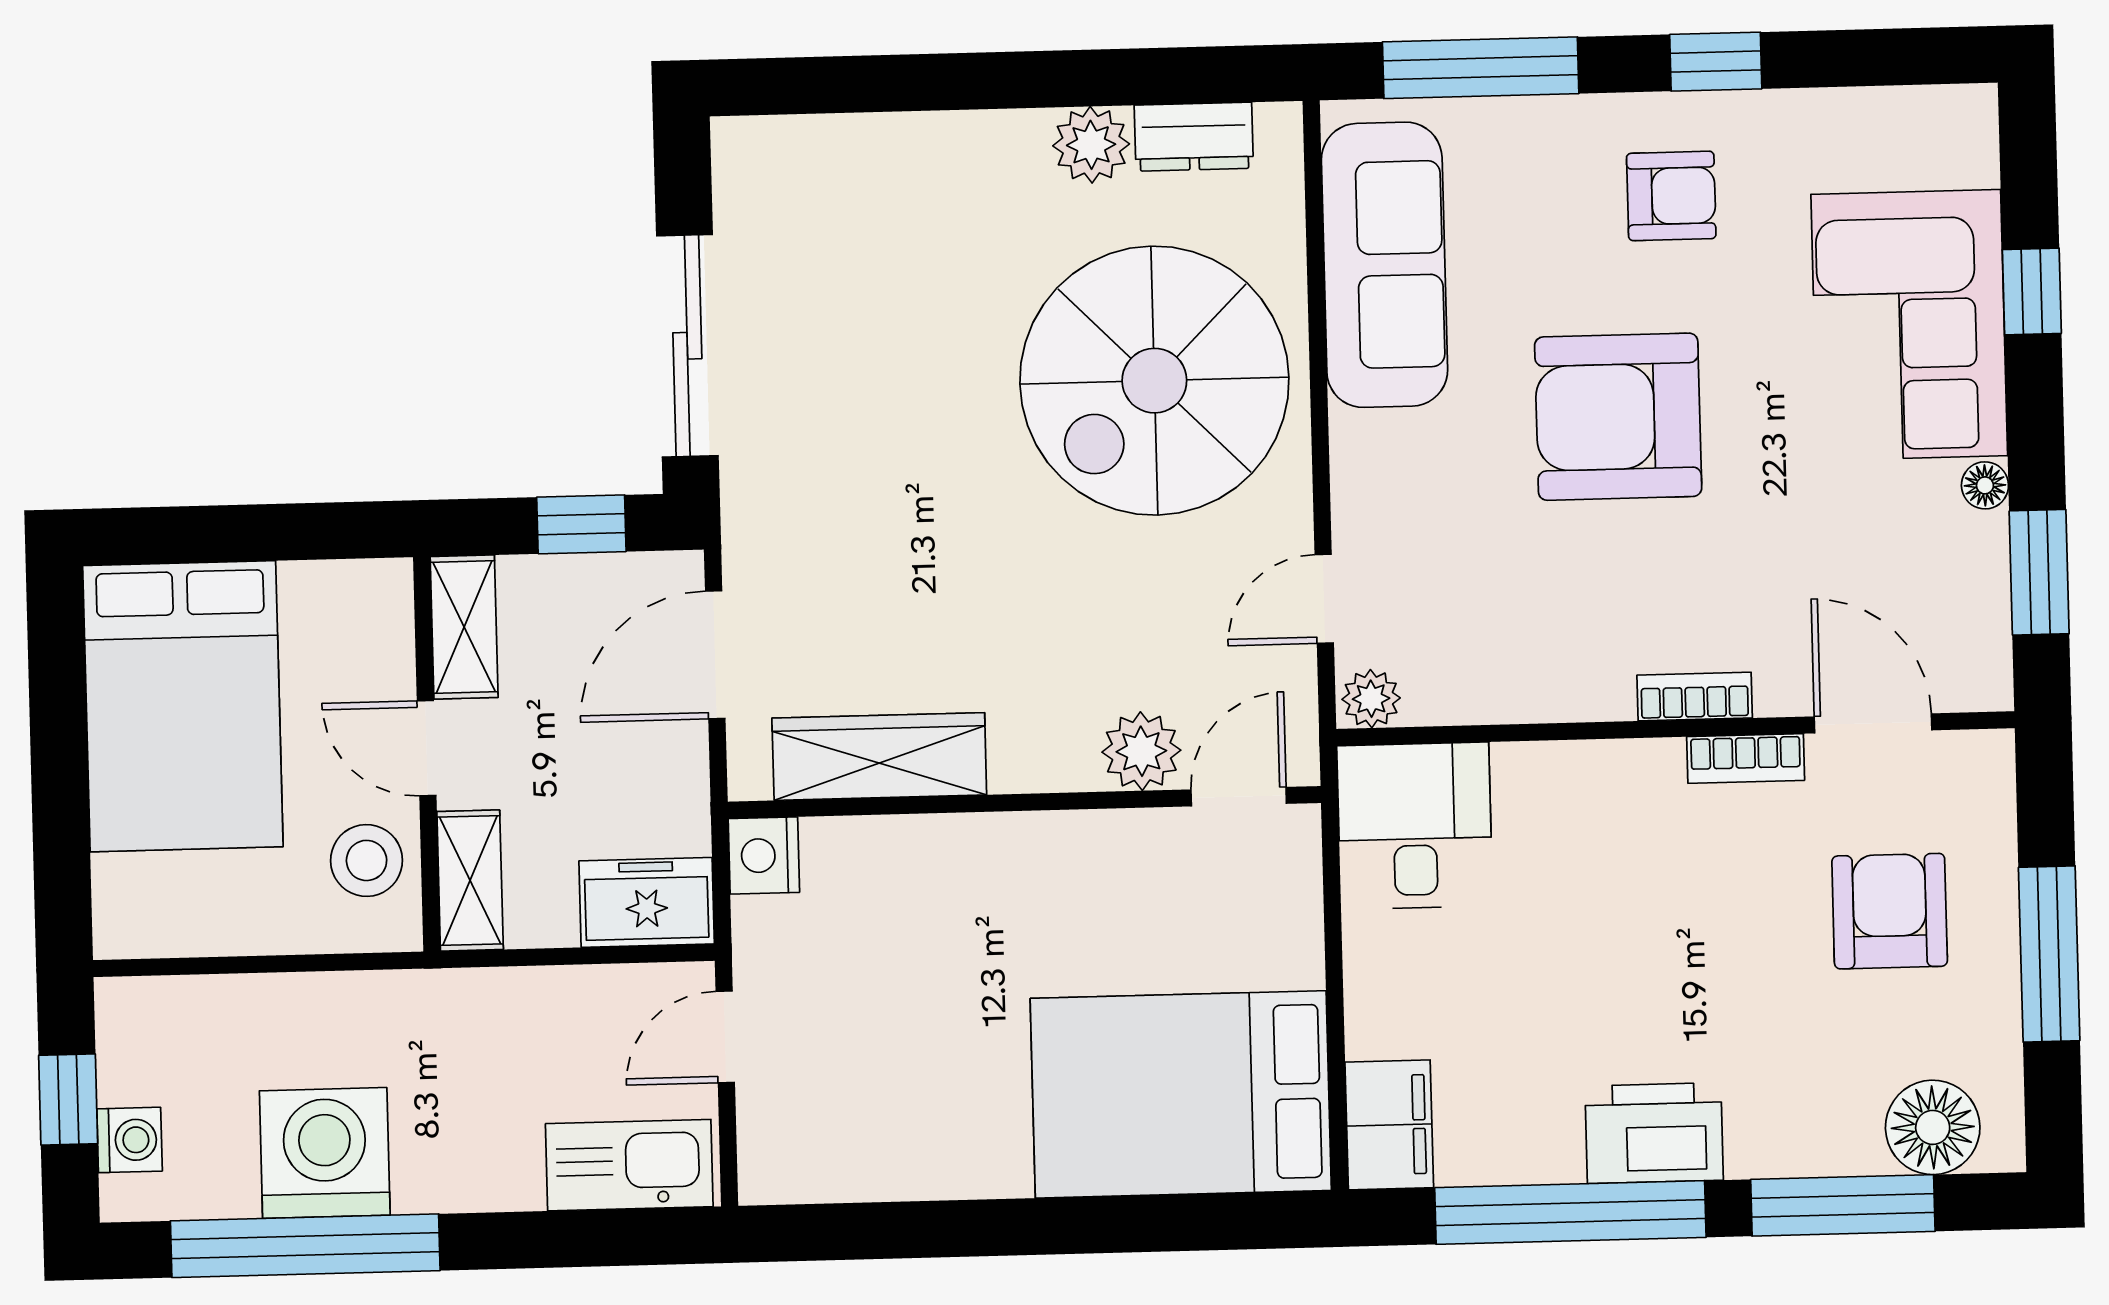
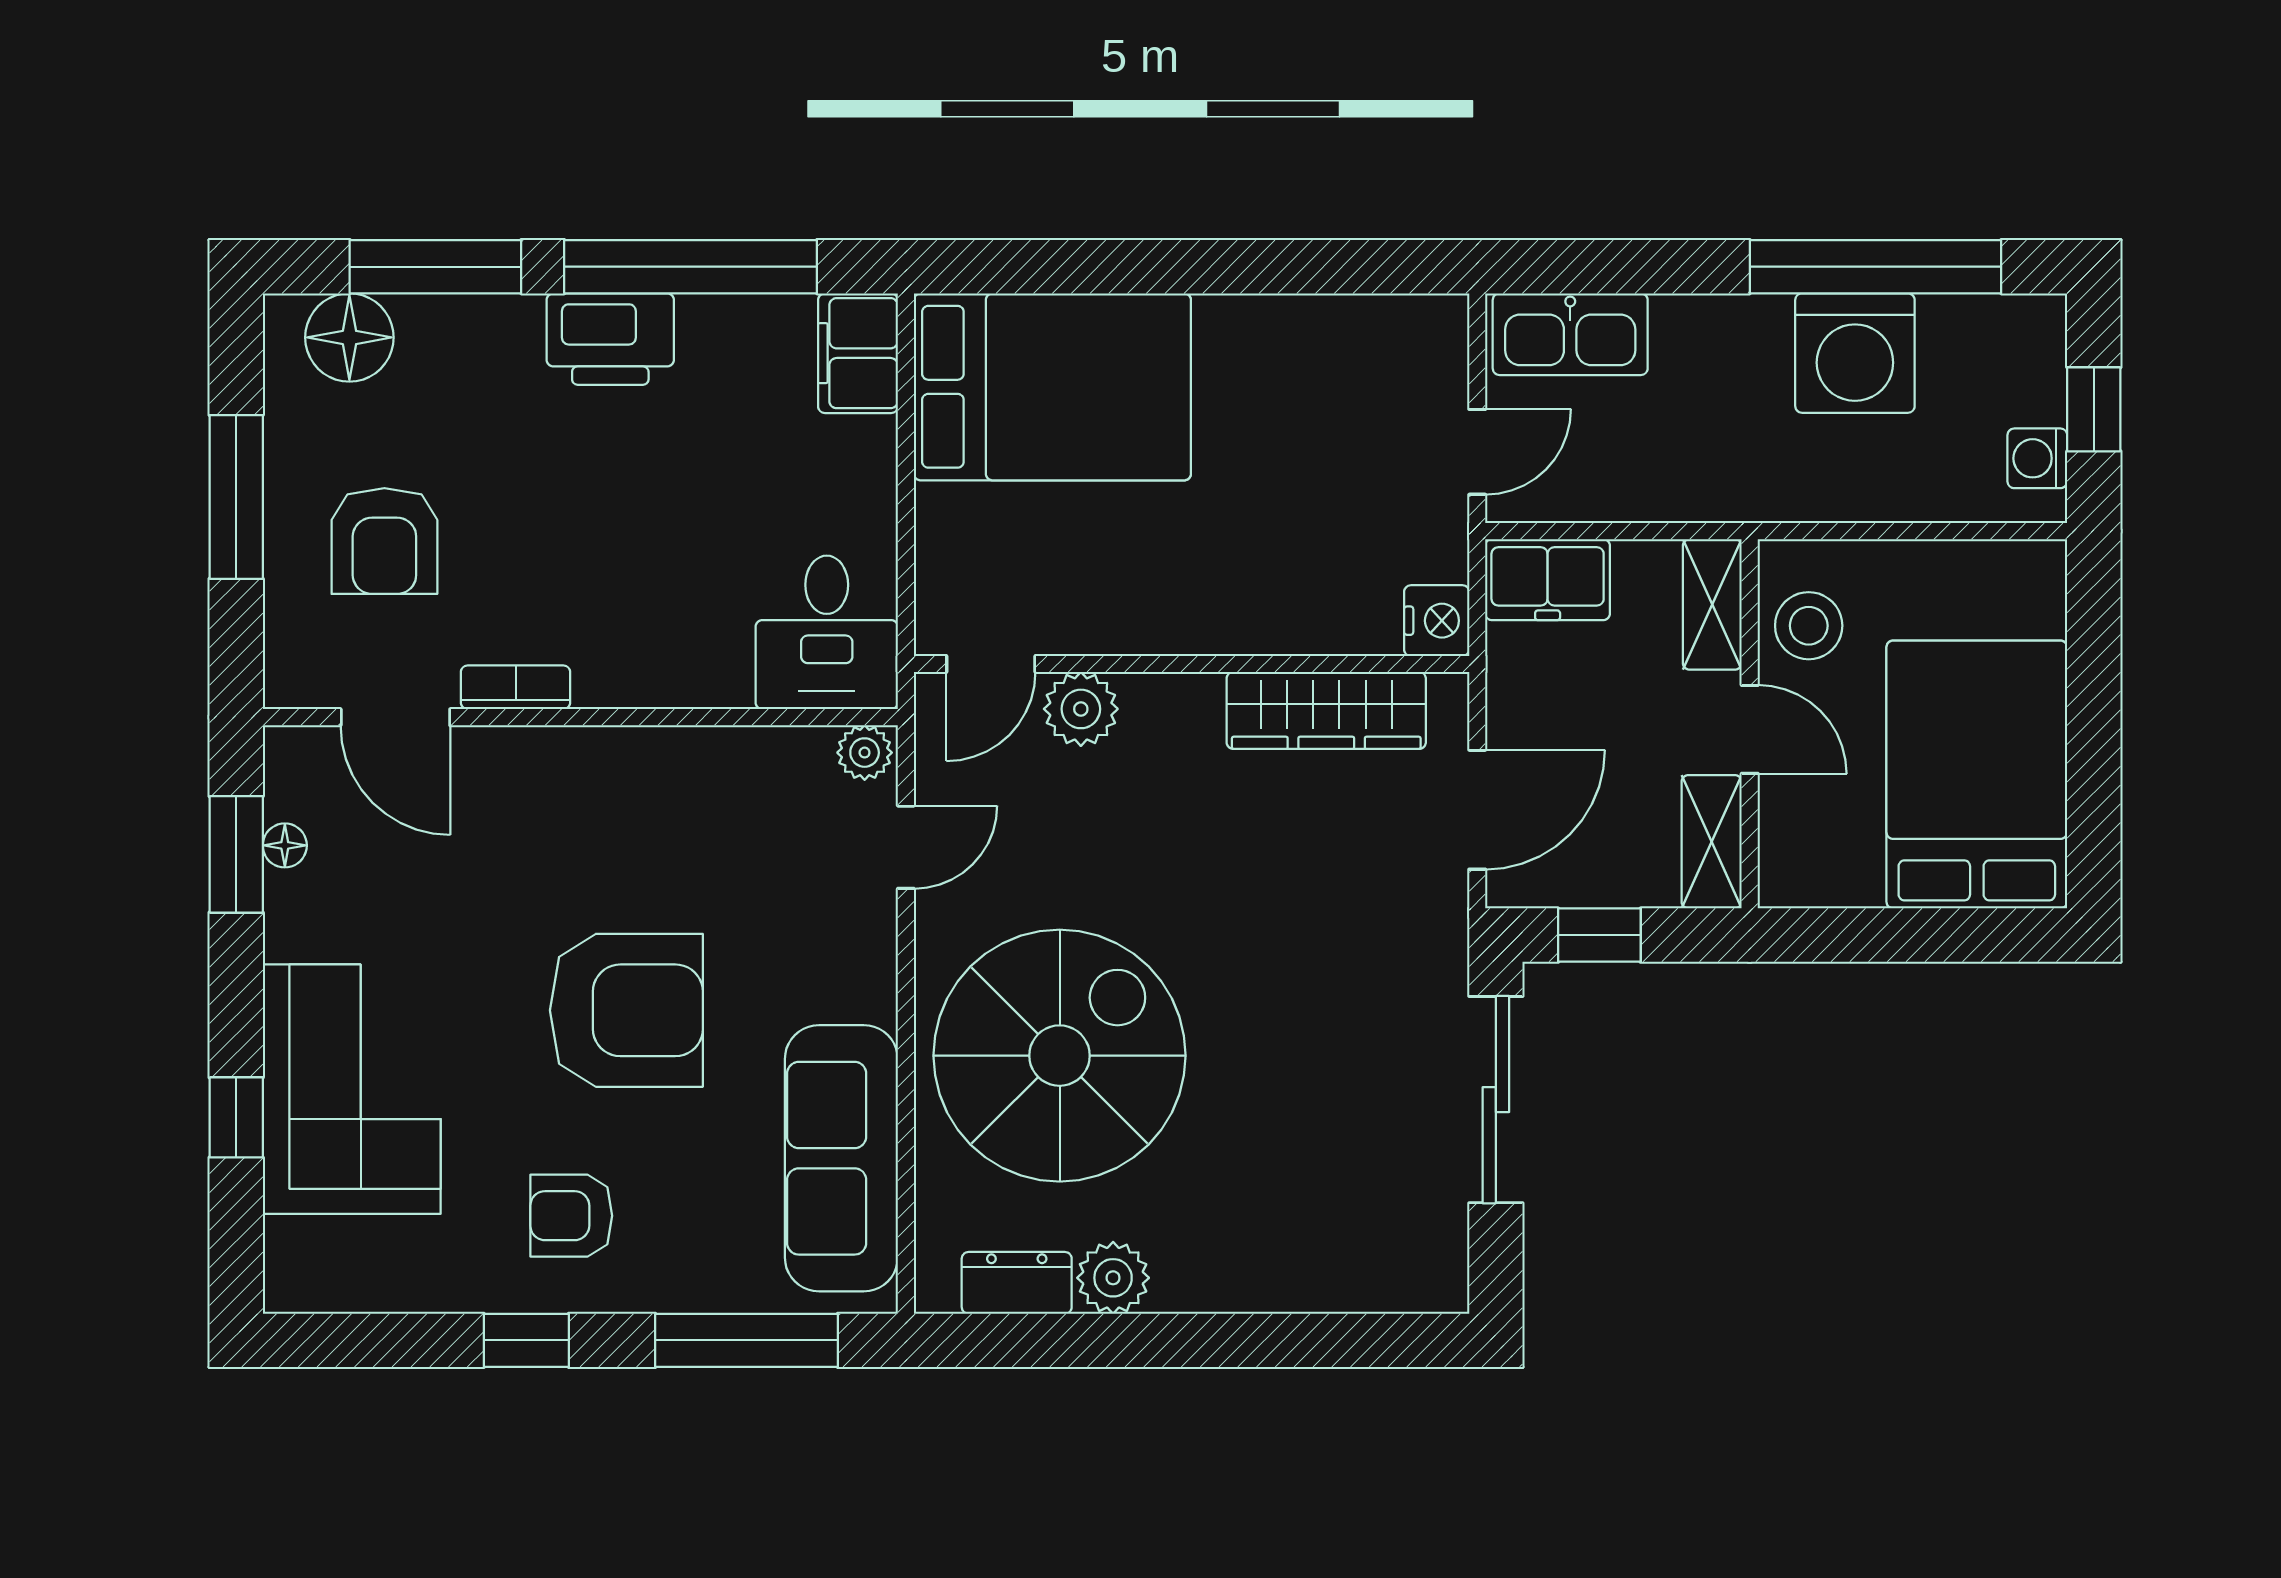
floor lamp: (1985, 485) -> (285, 845), moved
bookcase: (1695, 697) -> (562, 747), removed
washing machine: (130, 1140) -> (2037, 458), moved

